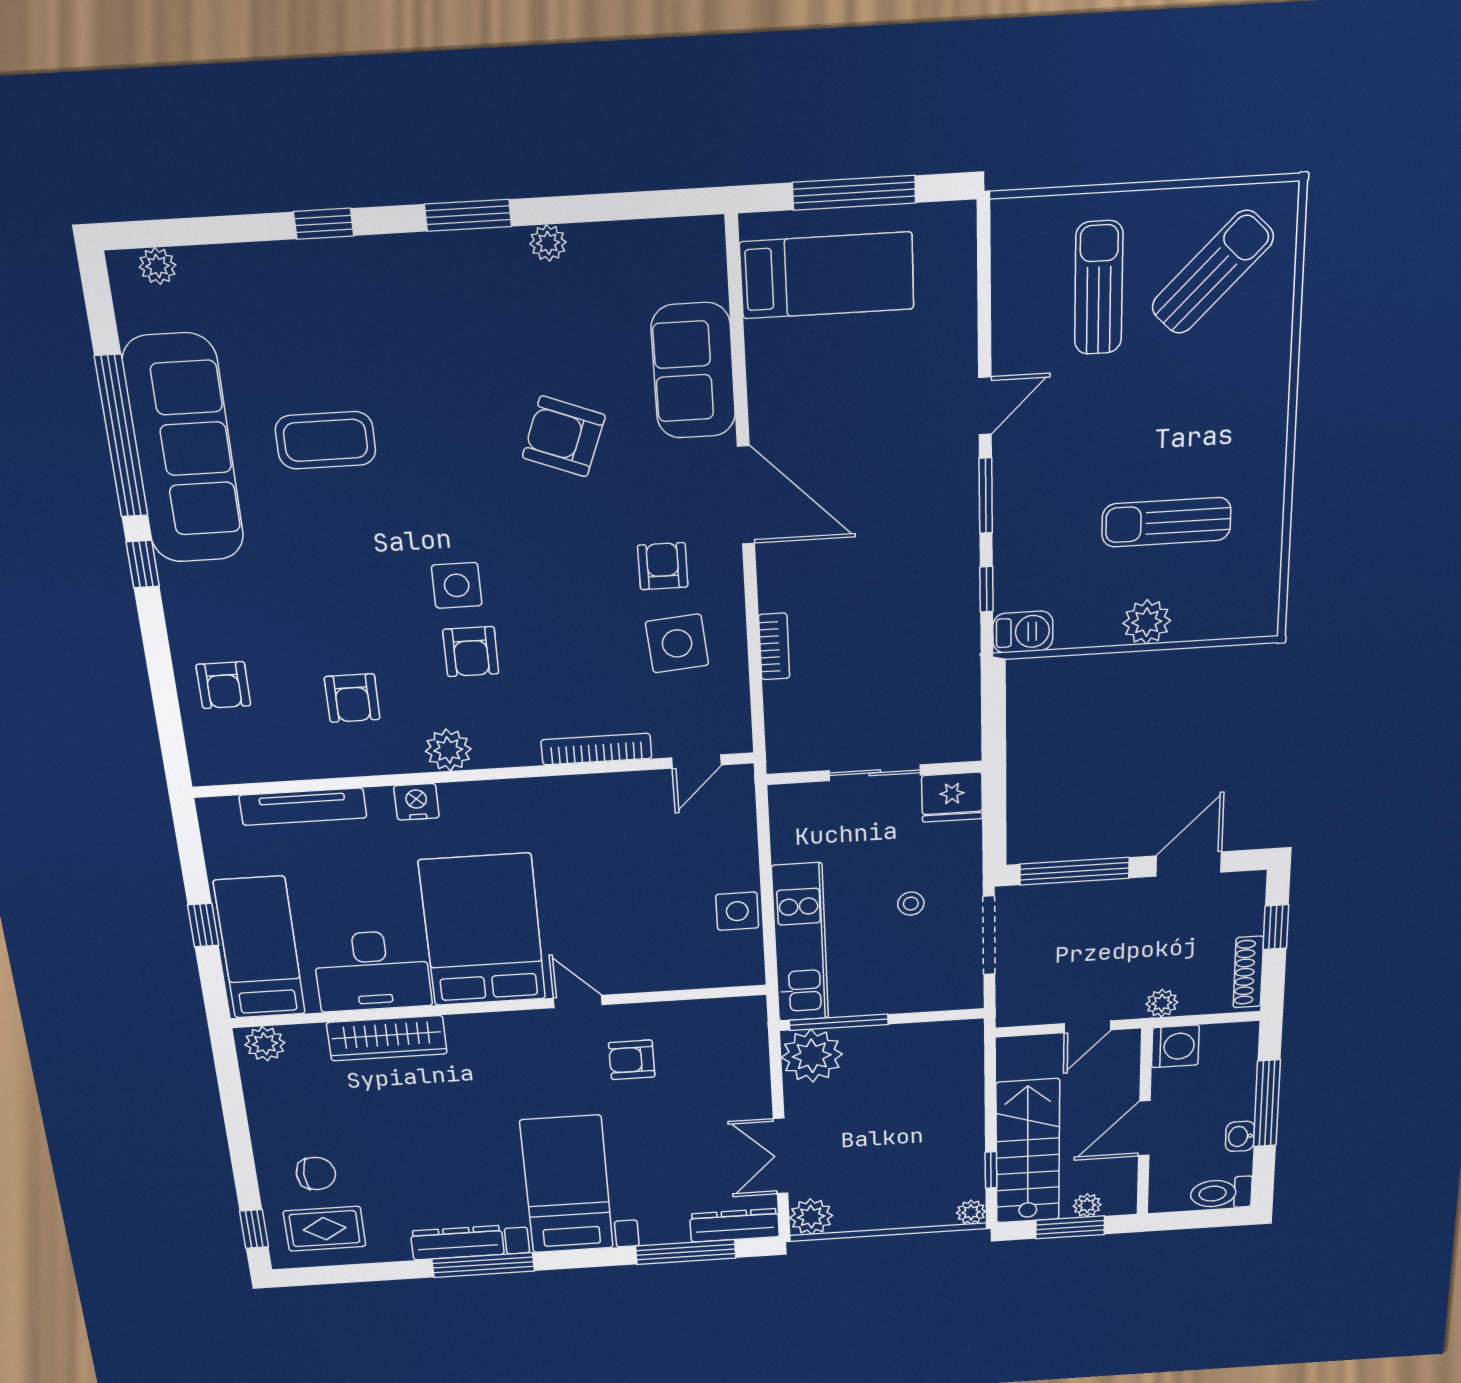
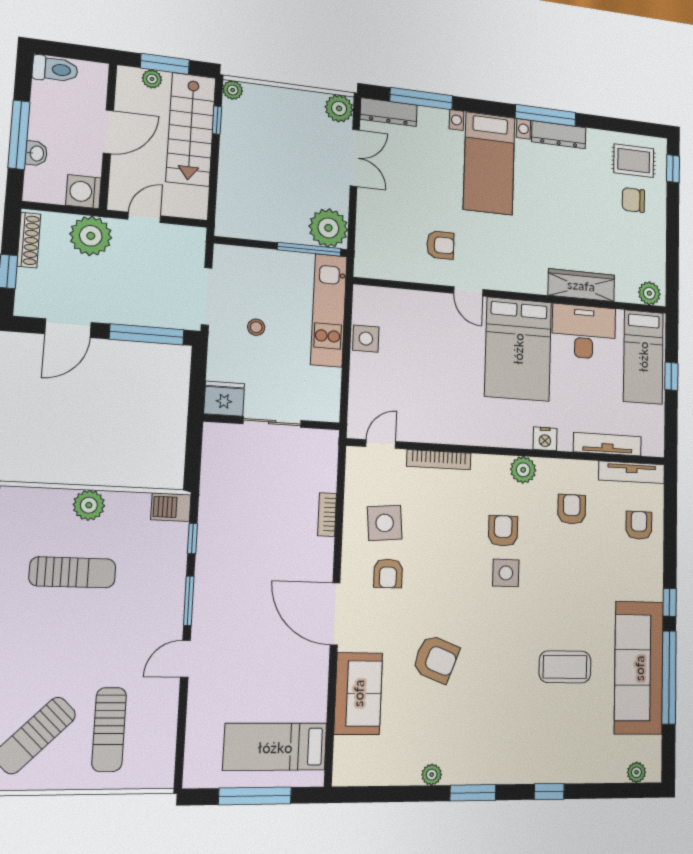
tv unit: (251, 768) -> (632, 472), added
plant: (1162, 1003) -> (91, 236), width x1.87, depth x1.87
washbasin: (1240, 1136) -> (36, 153), moved

